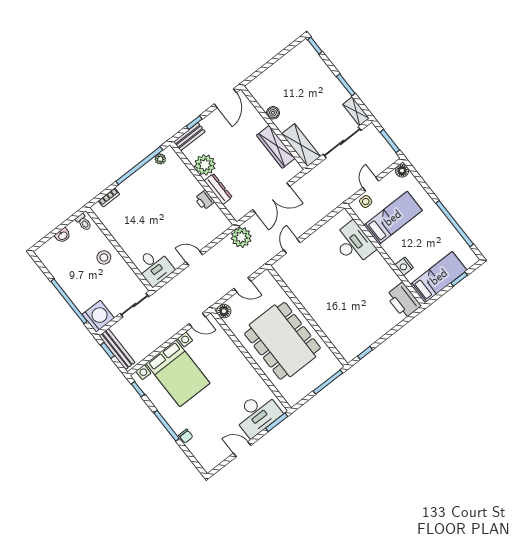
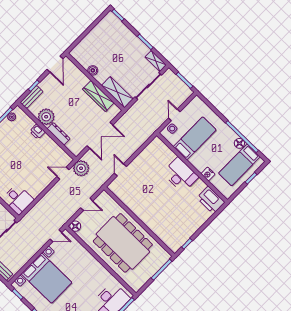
floor lamp: (402, 171) -> (239, 143), moved
printer: (205, 200) -> (37, 132), moved
desk: (353, 244) -> (180, 175), moved
door: (194, 258) -> (63, 173), moved
bed: (439, 277) -> (239, 165), moved, turned 180

